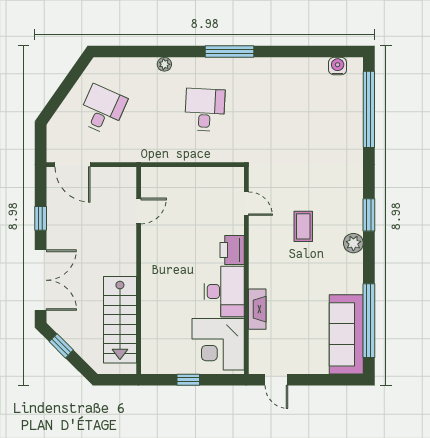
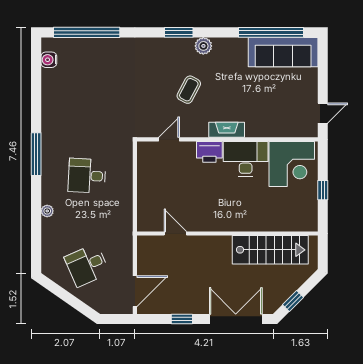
desk: (102, 110) -> (87, 265), turned -48
coffee table: (303, 226) -> (189, 90), turned -62
fireplace: (257, 309) -> (227, 130), moved

